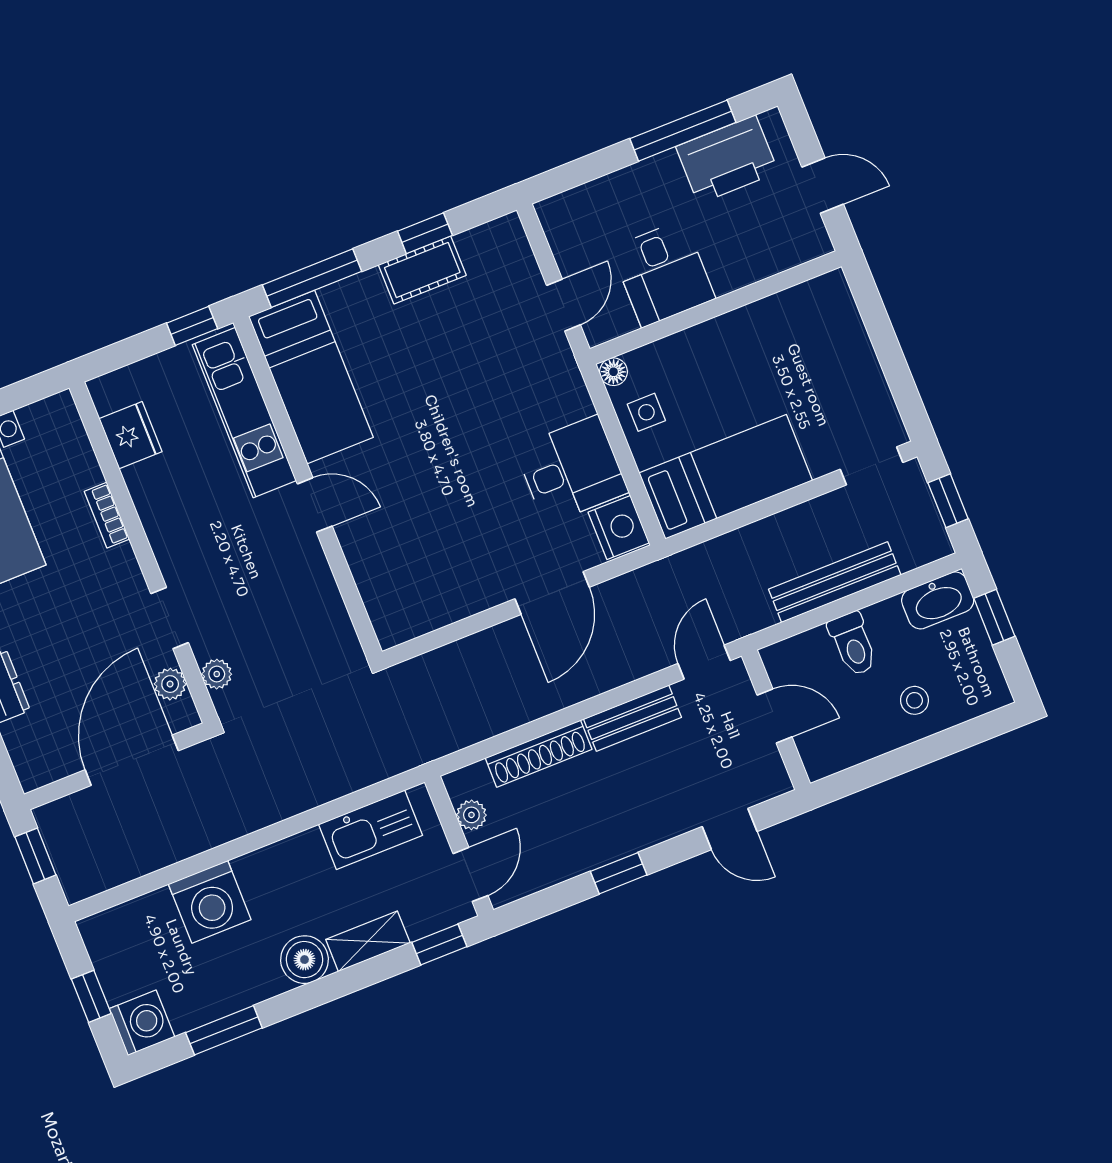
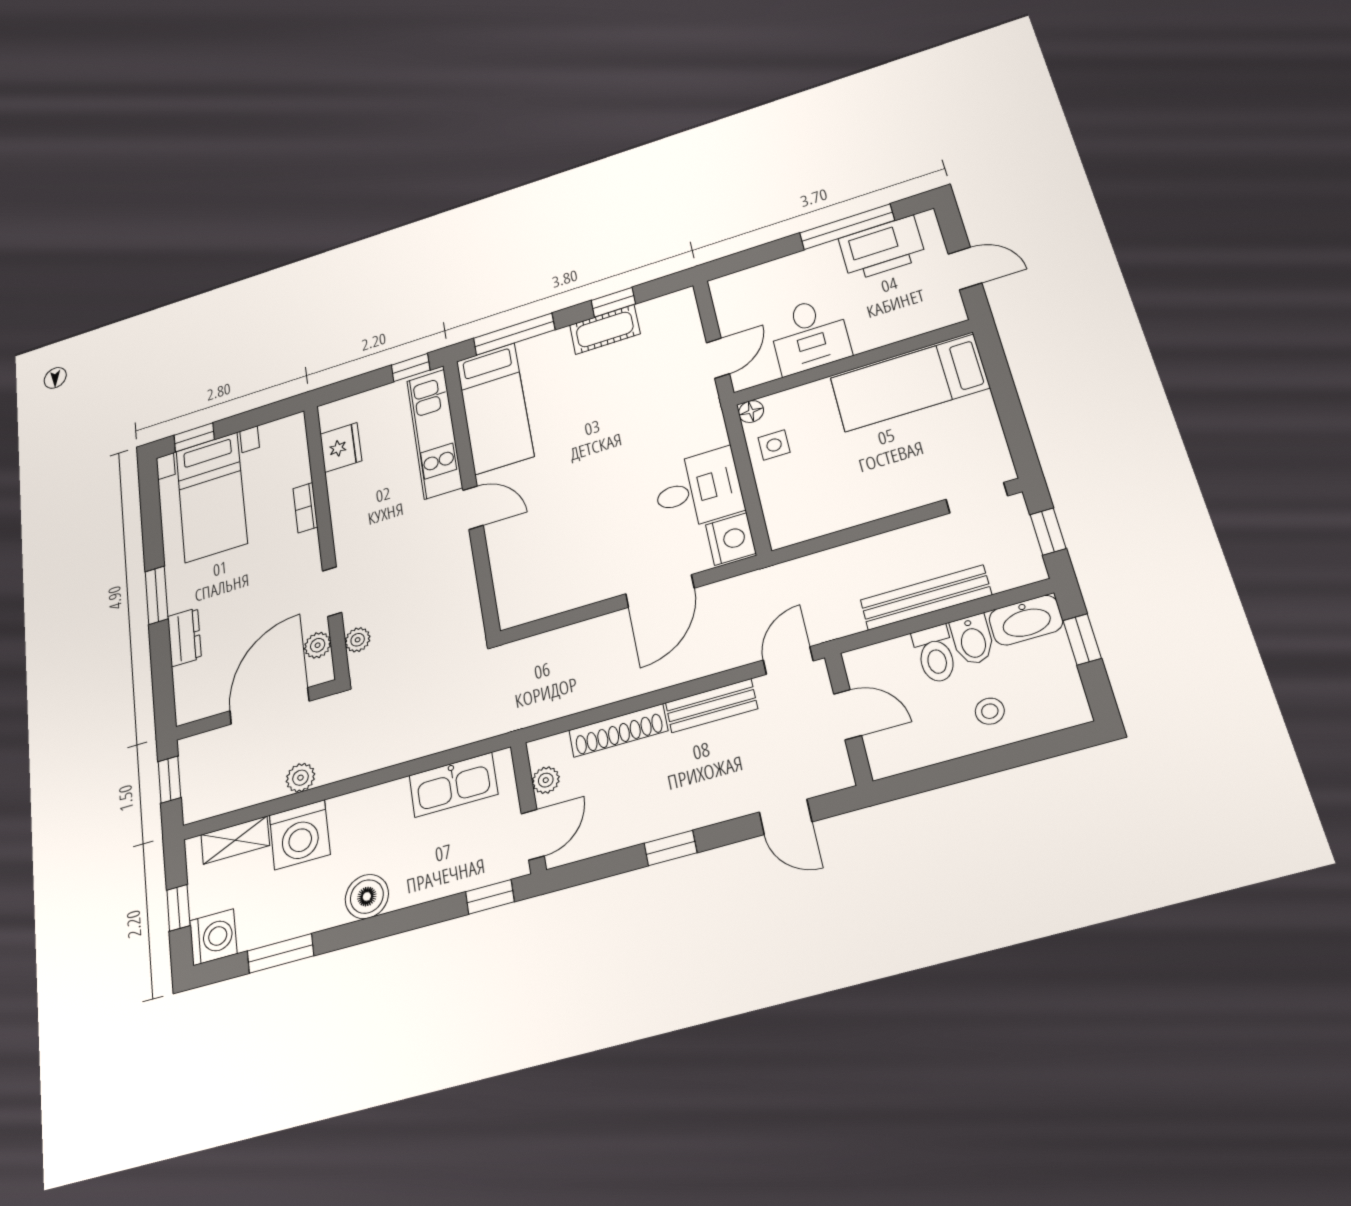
bed: (726, 477) -> (909, 383), moved, turned 180
bidet: (888, 625) -> (973, 640), added
plant: (193, 839) -> (300, 778), added
shelving: (368, 941) -> (235, 840), moved

